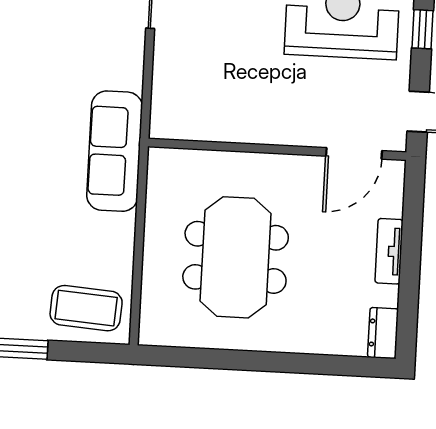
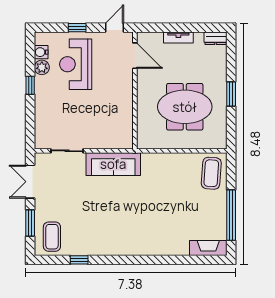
sofa: (115, 151) -> (113, 164), moved
window: (259, 361) -> (231, 94), added

